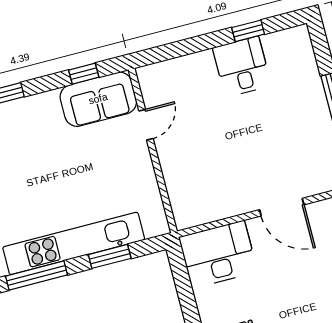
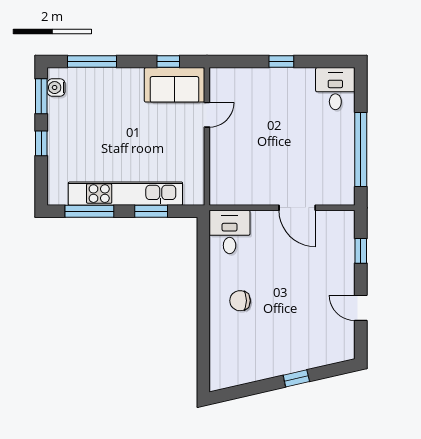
window: (248, 31) -> (281, 62), moved
desk: (242, 67) -> (335, 89), moved
desk: (218, 254) -> (230, 232), width x0.73

